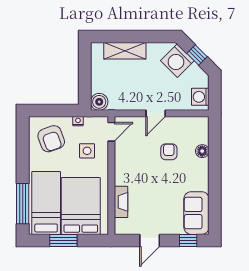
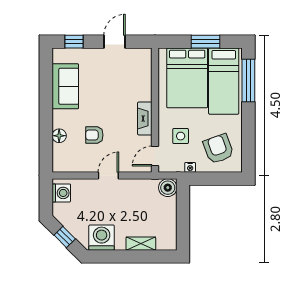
shelving: (125, 51) -> (141, 244), width x0.67, depth x0.75
washing machine: (177, 61) -> (102, 238), moved, turned -45
armchair: (169, 152) -> (94, 135), turned 90
fireplace: (121, 202) -> (145, 118), moved
sofa: (196, 213) -> (65, 86), moved

